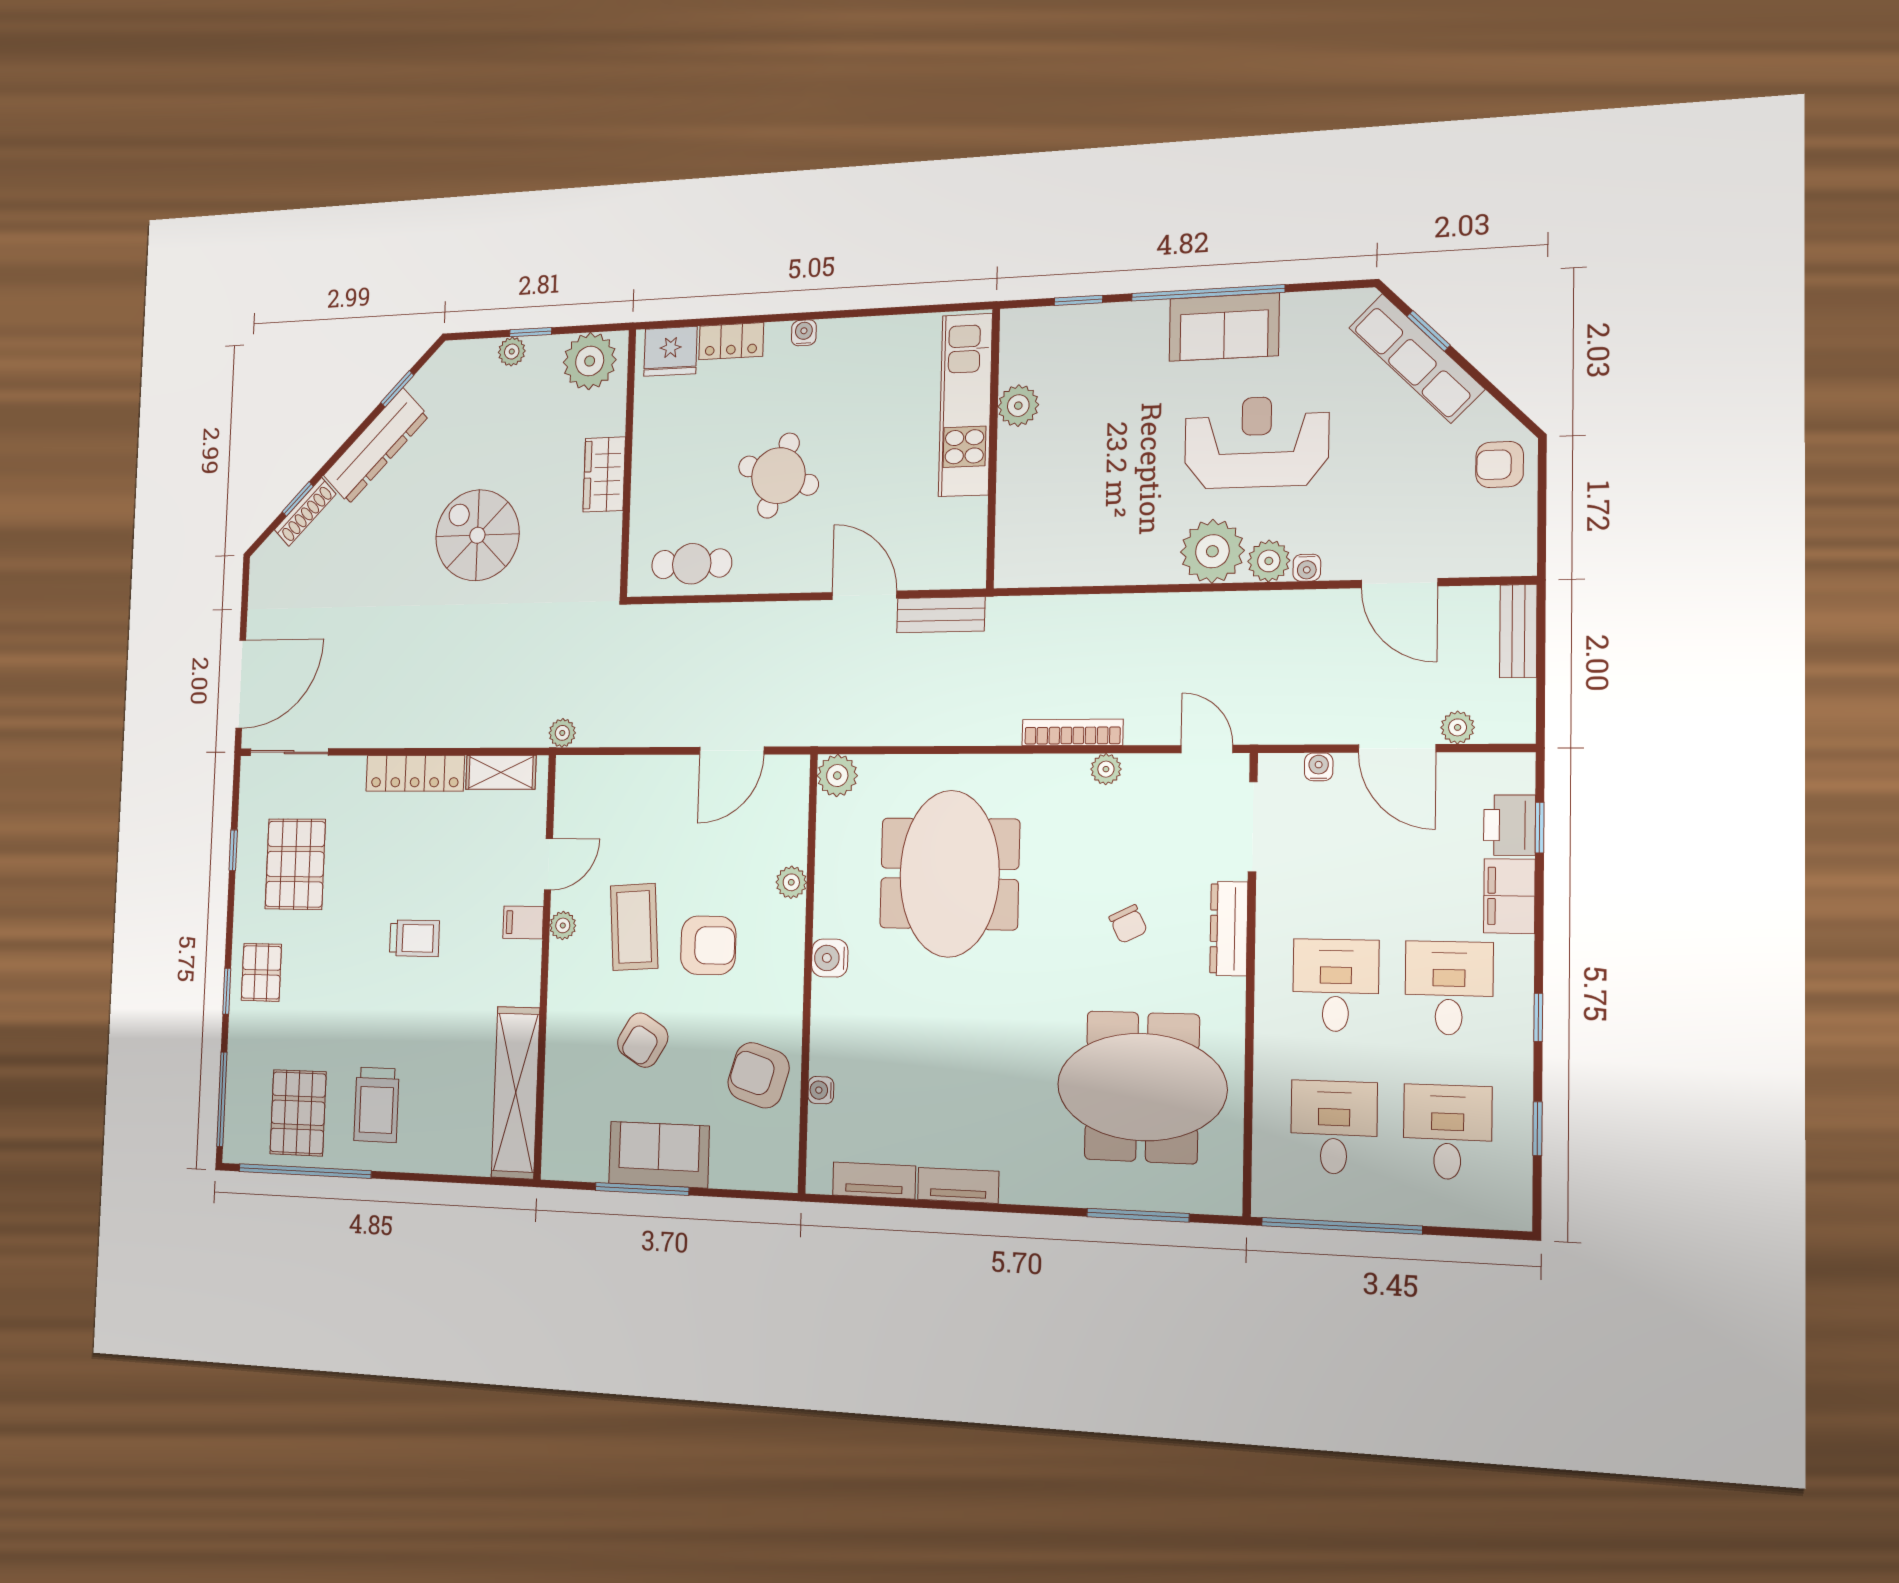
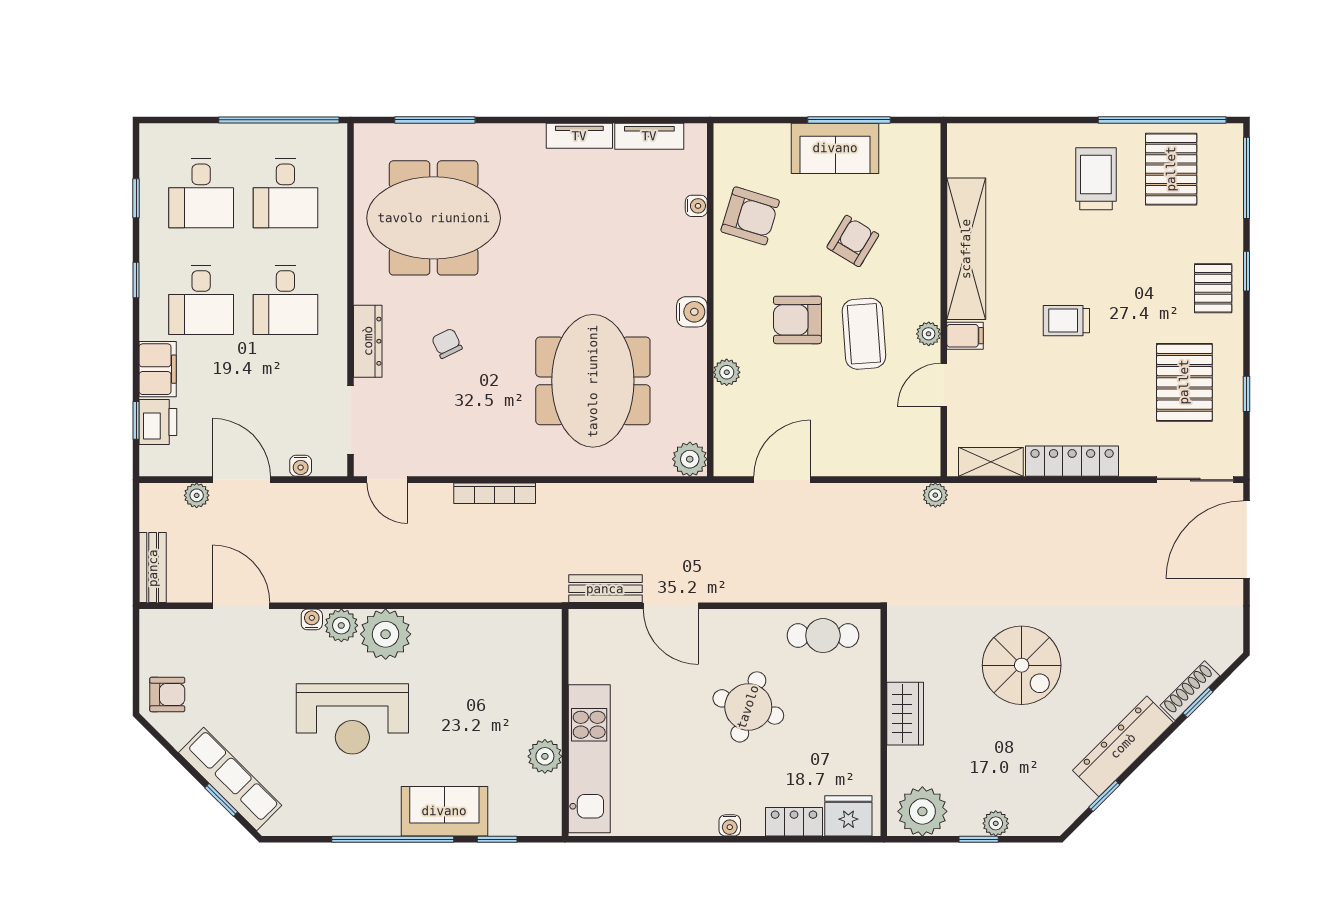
sofa: (1224, 327) -> (444, 811), moved
plant: (1106, 769) -> (467, 464), removed
shelving: (516, 1092) -> (966, 249), moved

